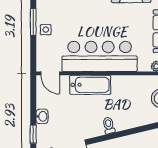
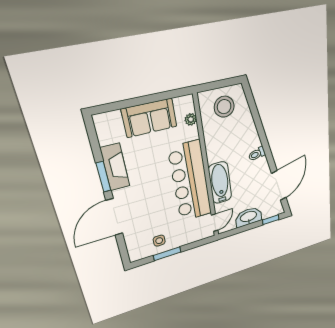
side table: (46, 30) -> (159, 241), moved
washbasin: (42, 116) -> (249, 217), width x1.91, depth x1.45

